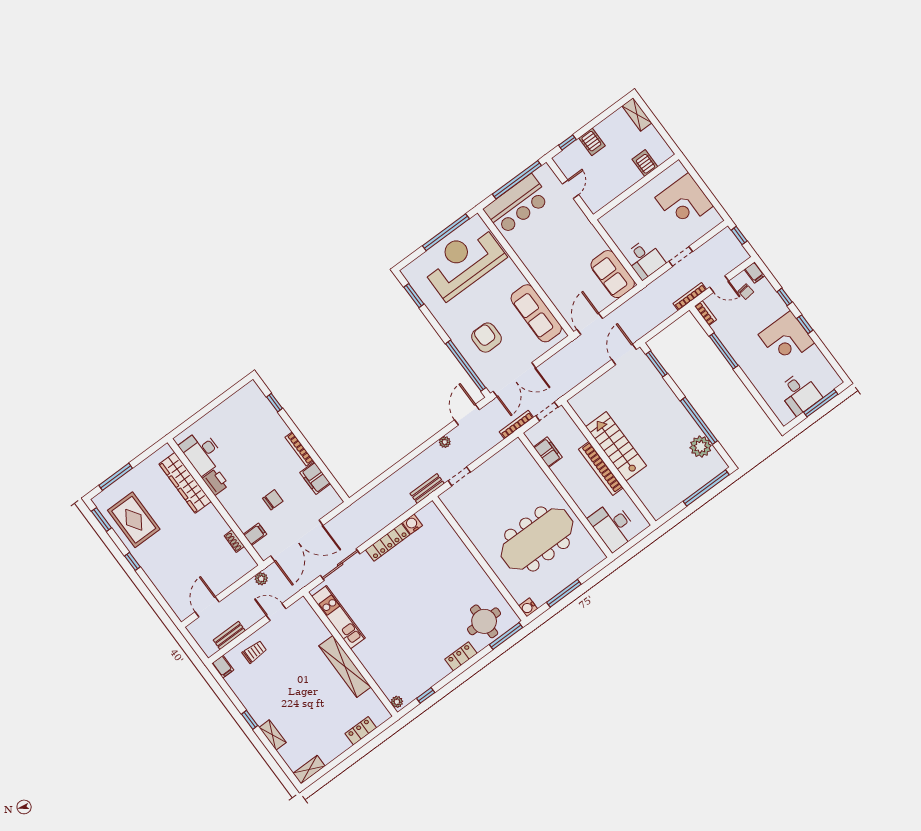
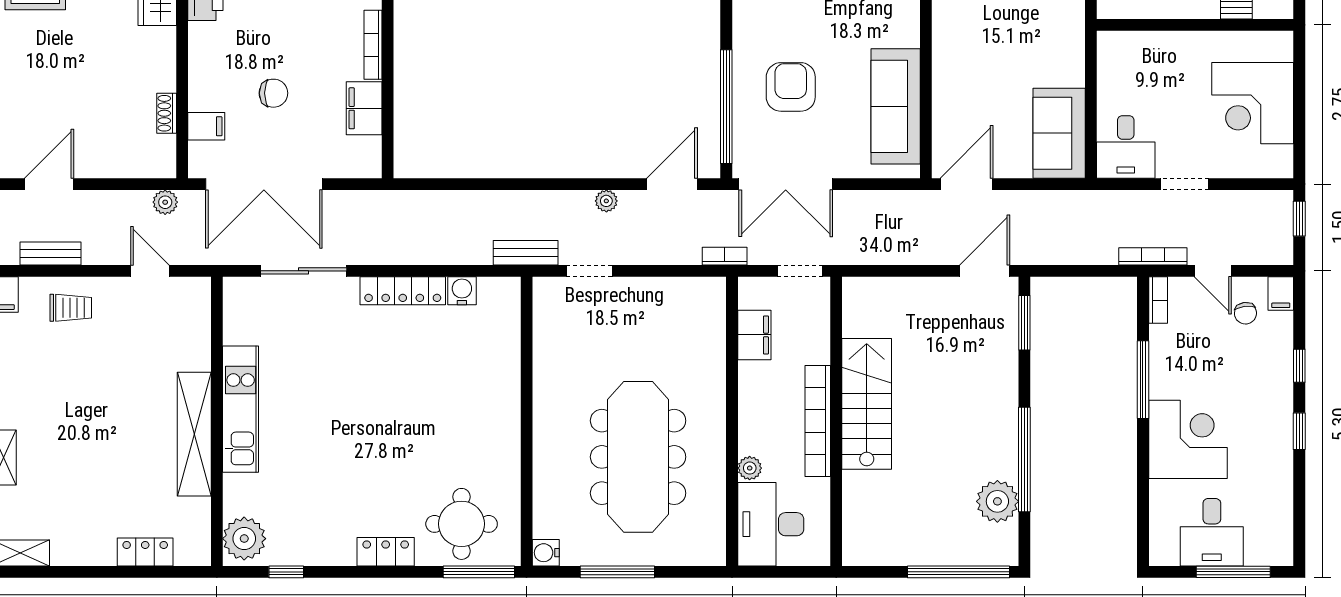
corner desk: (786, 339) -> (1188, 439), moved, turned 180
bookcase: (516, 425) -> (725, 256), width x0.64
plant: (587, 509) -> (750, 468), added
meeting table: (537, 539) -> (638, 457), turned 90
kitchen unit: (338, 617) -> (241, 409), moved
plant: (397, 702) -> (244, 539), width x1.88, depth x1.88

